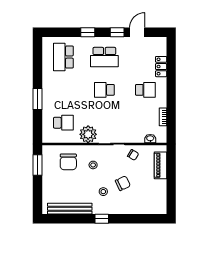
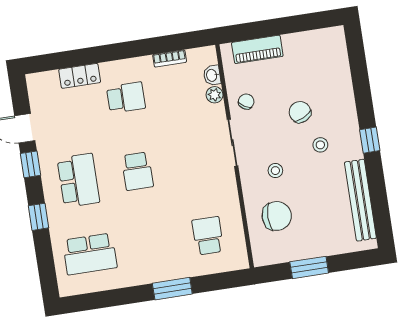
school desk: (145, 90) -> (126, 98), turned 90
plant: (88, 134) -> (215, 95), moved, width x0.53, depth x0.53
window: (38, 165) -> (309, 267), moved

